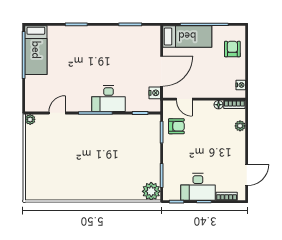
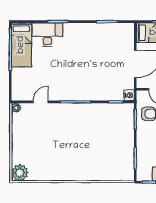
nightstand: (155, 93) -> (129, 95), moved
desk: (109, 99) -> (47, 35), moved, turned 180
plant: (151, 191) -> (20, 173), moved

